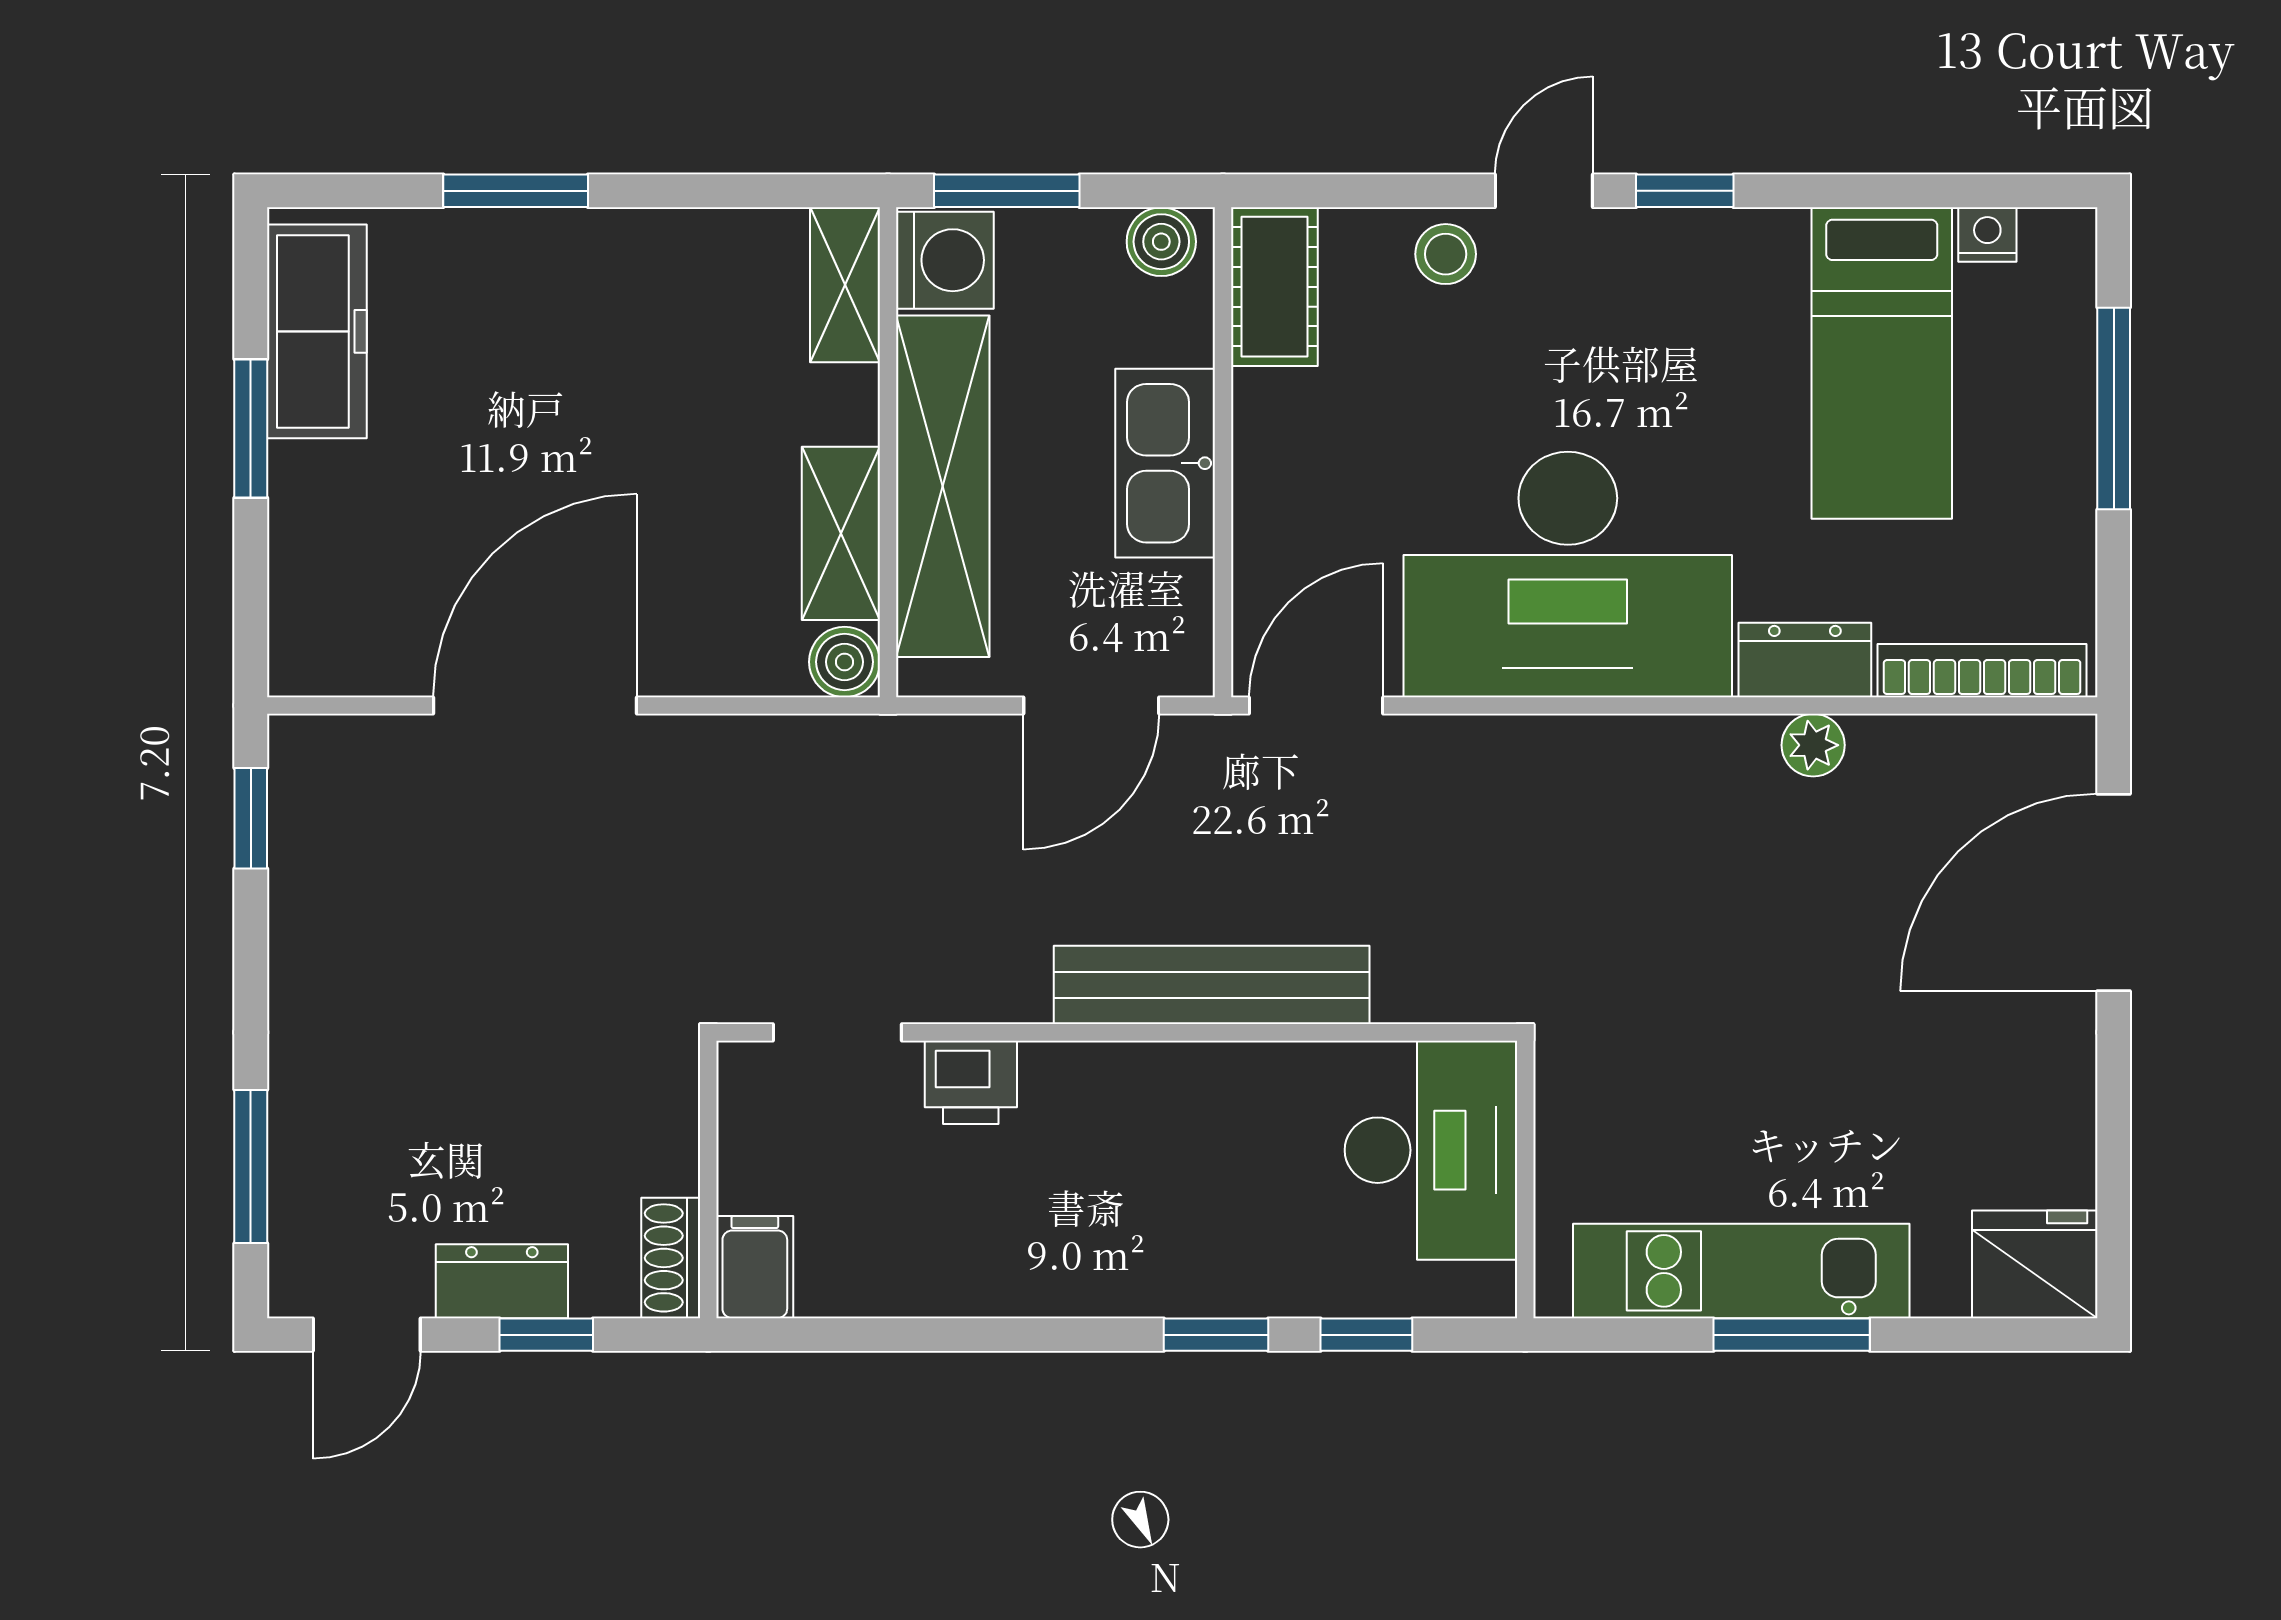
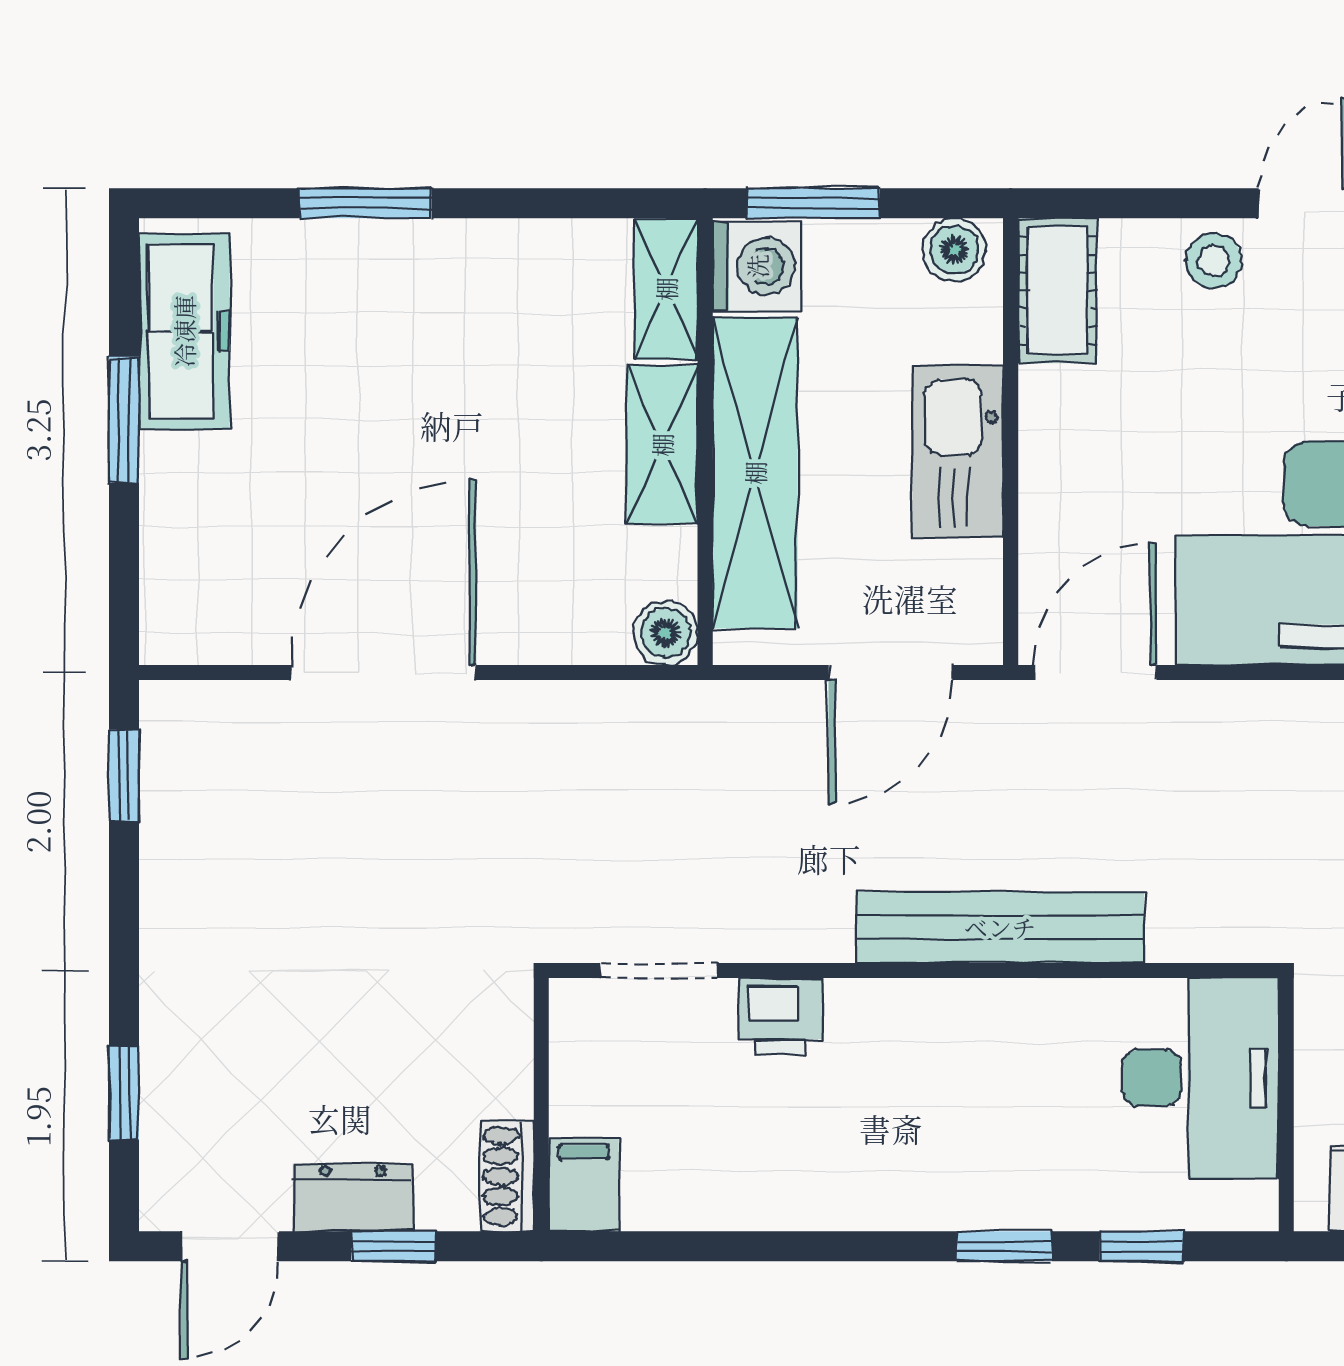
shelving: (841, 533) -> (662, 445), moved
window: (251, 1166) -> (124, 1093), width x0.67

